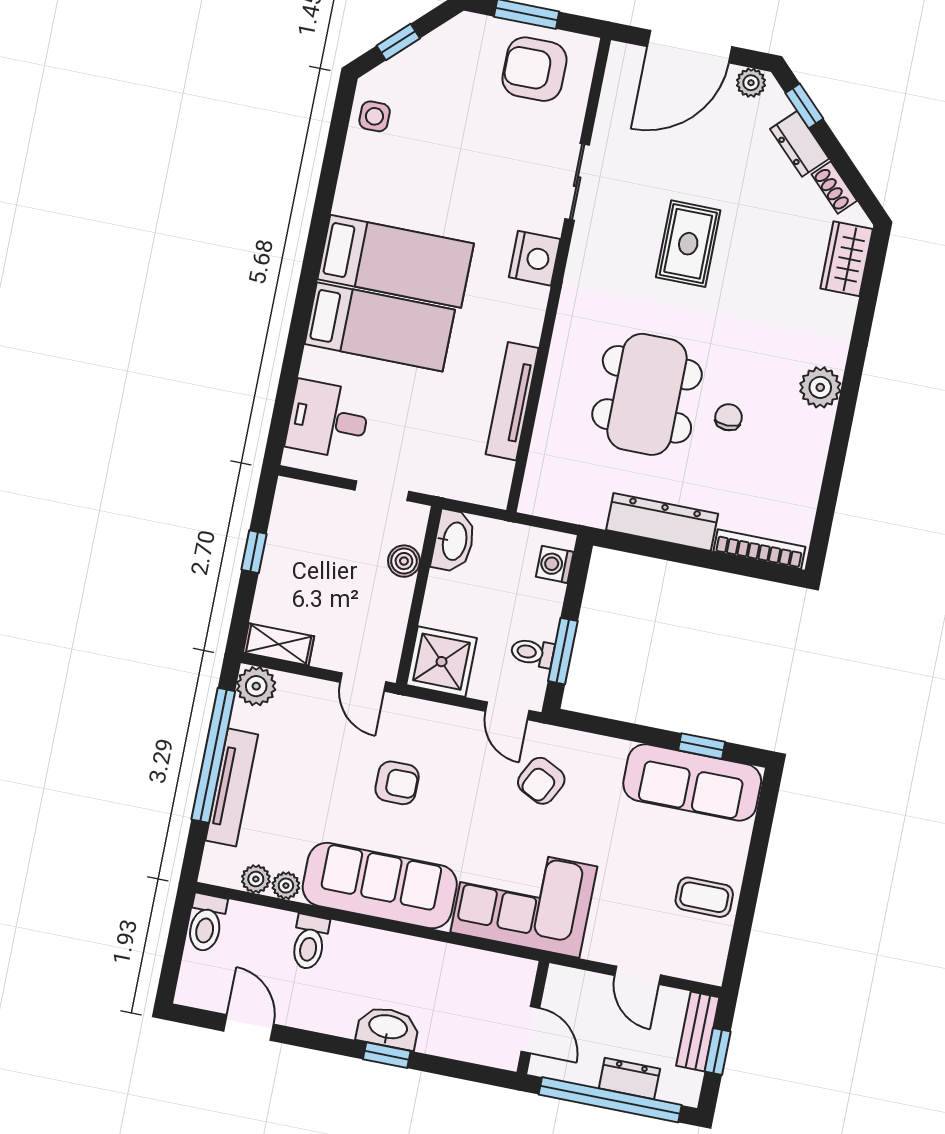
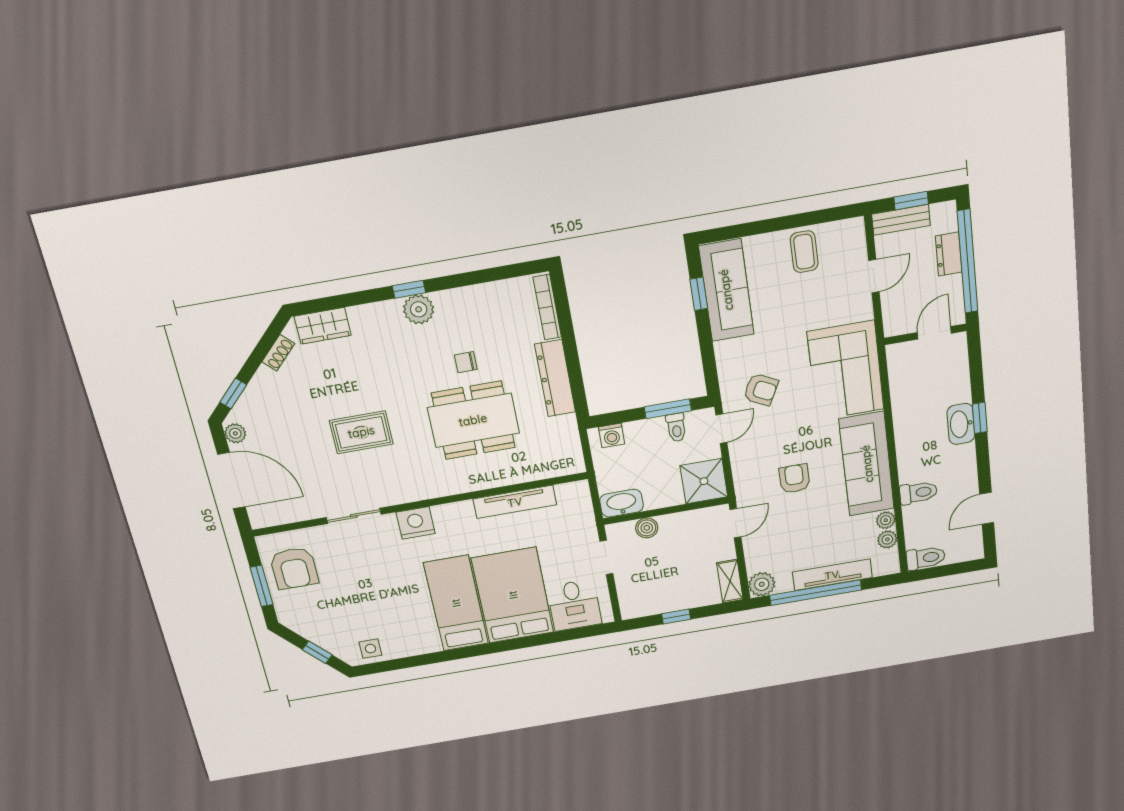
dresser: (800, 144) -> (260, 387), removed
bed: (380, 327) -> (513, 595), width x1.50
window: (850, 387) -> (409, 289), added

